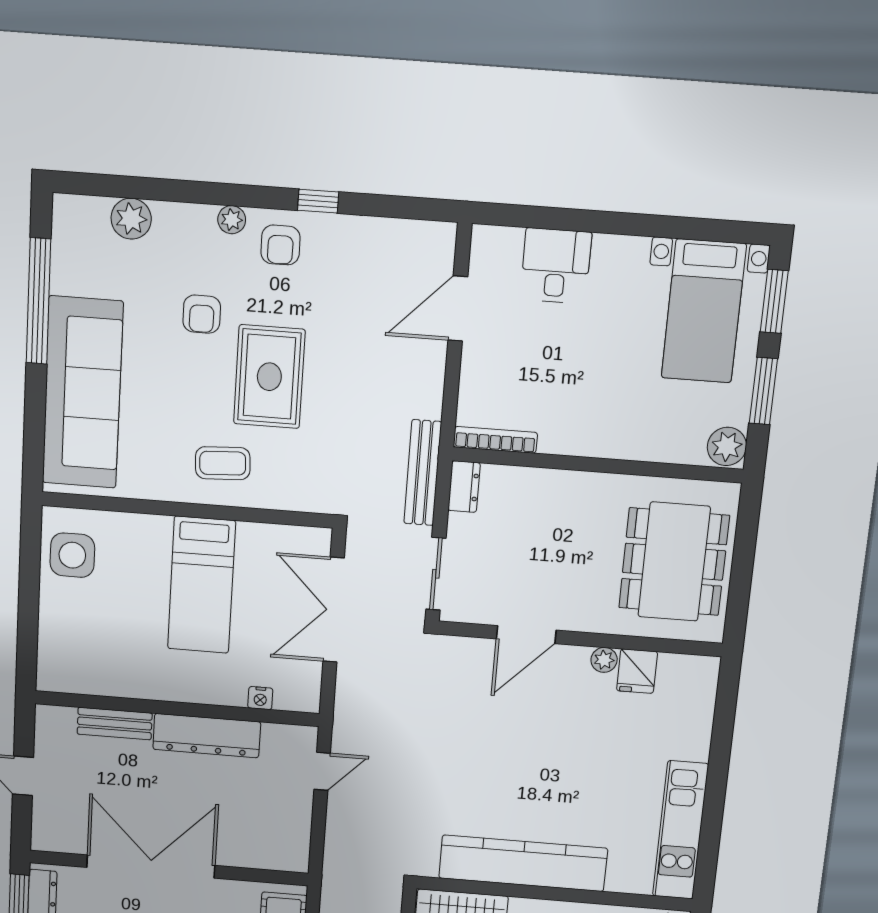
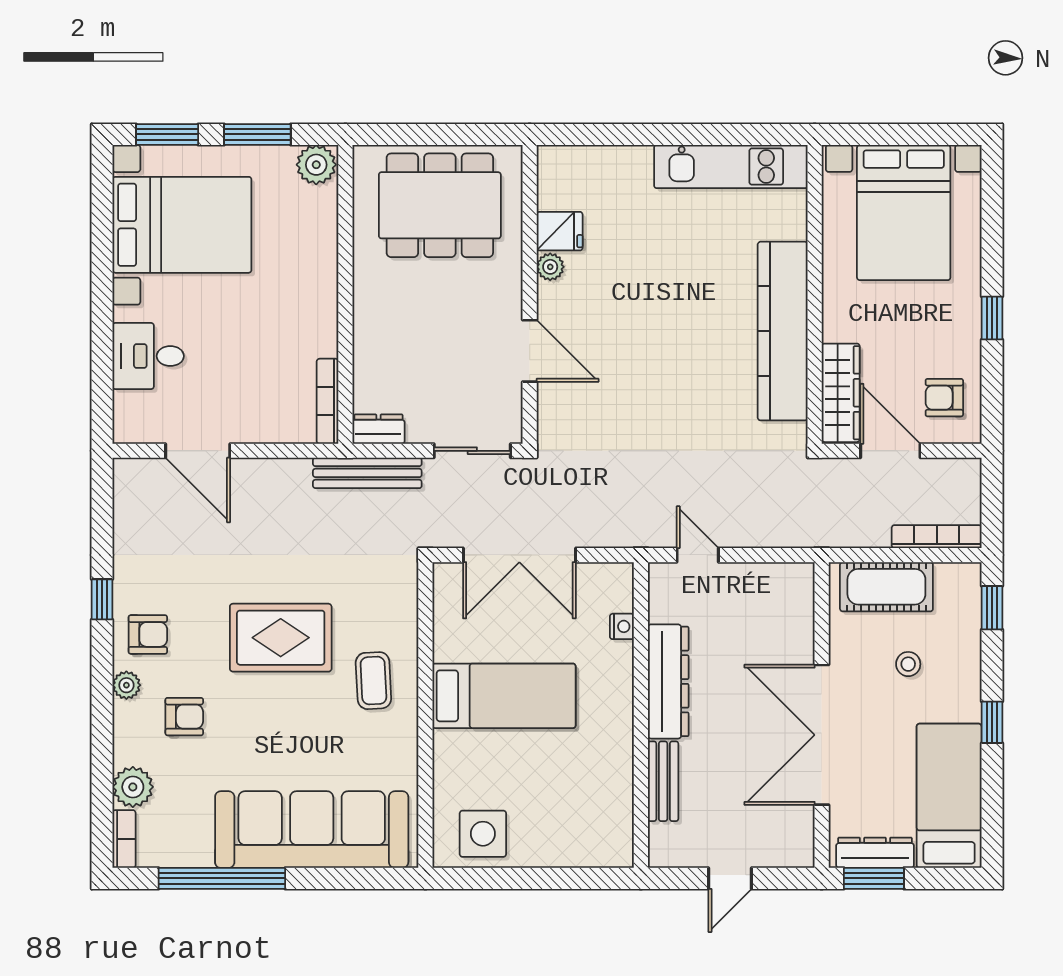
bookcase: (80, 206) -> (124, 839), added
bed with nightstands: (704, 311) -> (182, 225), width x1.36
armchair: (202, 314) -> (184, 717), moved

